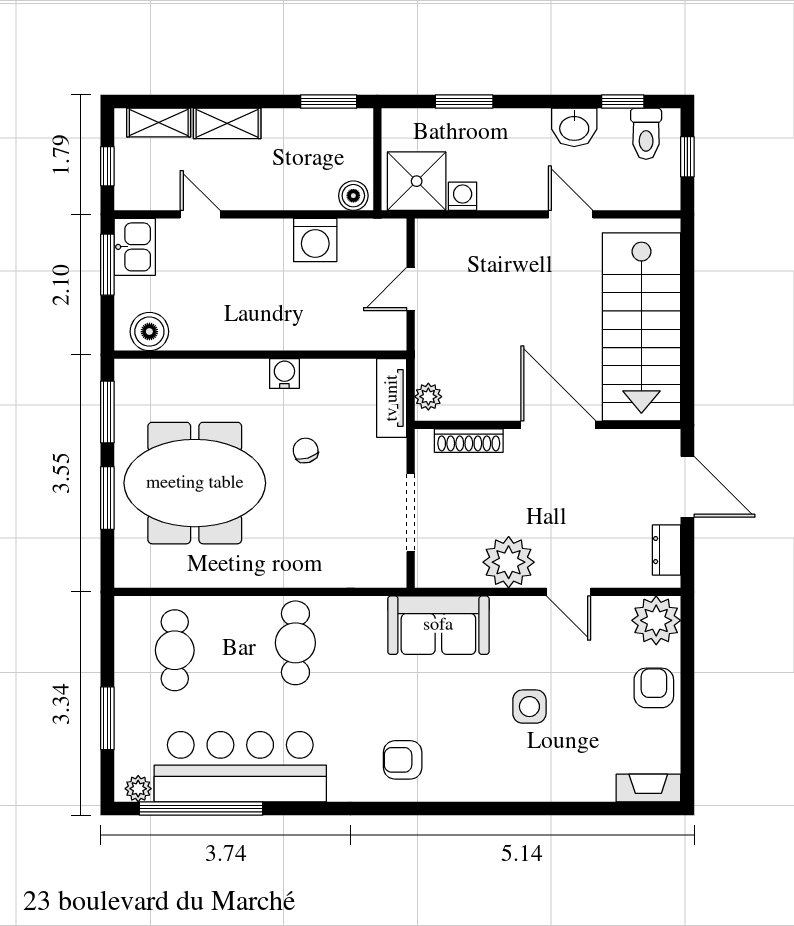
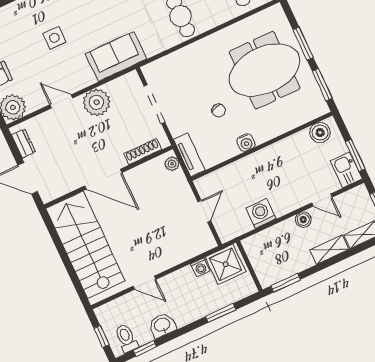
boiler: (353, 196) -> (303, 220), moved

